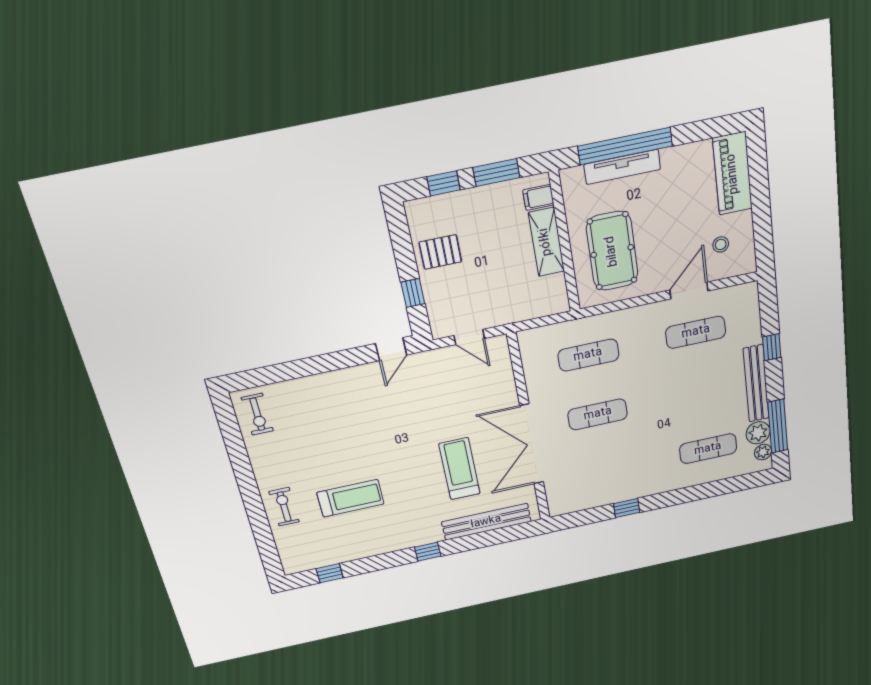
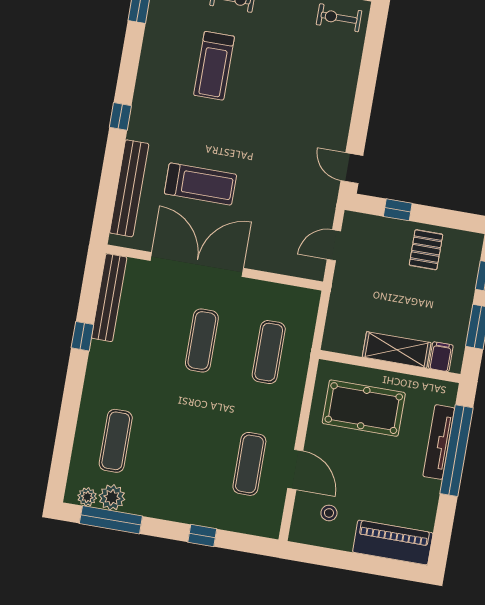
bench: (756, 384) -> (109, 298), moved, turned 90

